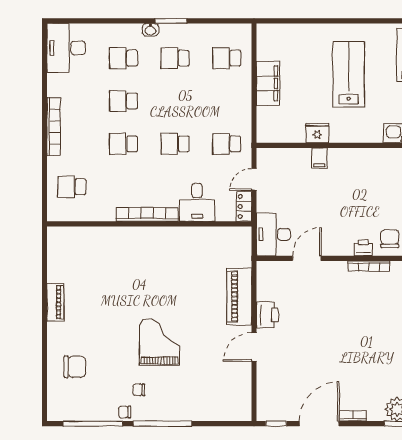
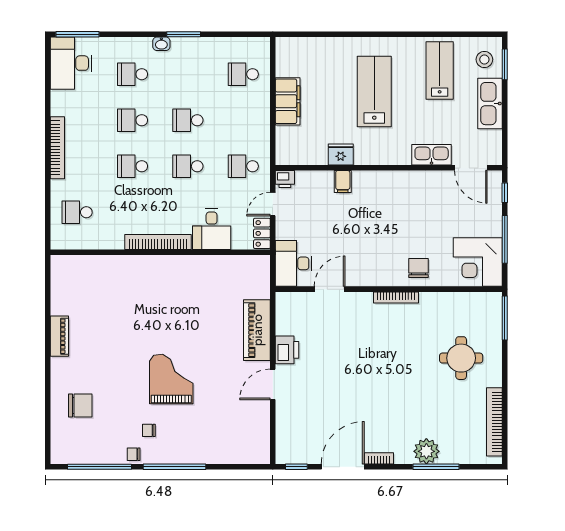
window: (72, 21) -> (78, 34), added
school desk: (175, 58) -> (188, 120), moved
printer: (363, 248) -> (285, 179), moved, turned 180

